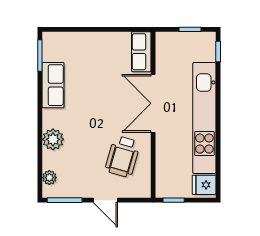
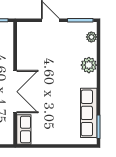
row of seats: (53, 85) -> (89, 113), width x1.48
wheelchair: (123, 156) -> (38, 52), removed

